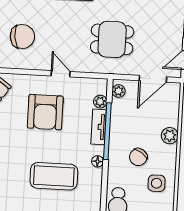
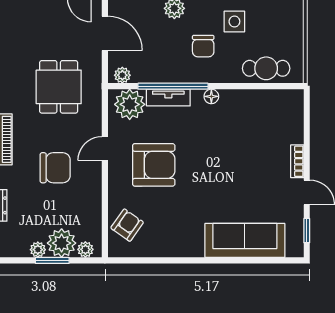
chair: (22, 36) -> (55, 168), moved, turned 96
plant: (100, 102) -> (130, 104), width x1.87, depth x1.87
chair: (138, 157) -> (203, 46), turned 56
coffee table: (54, 176) -> (233, 150), removed

